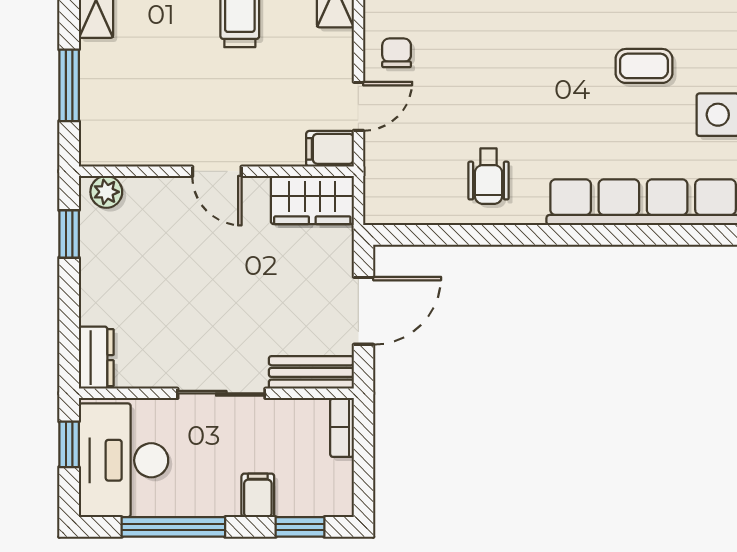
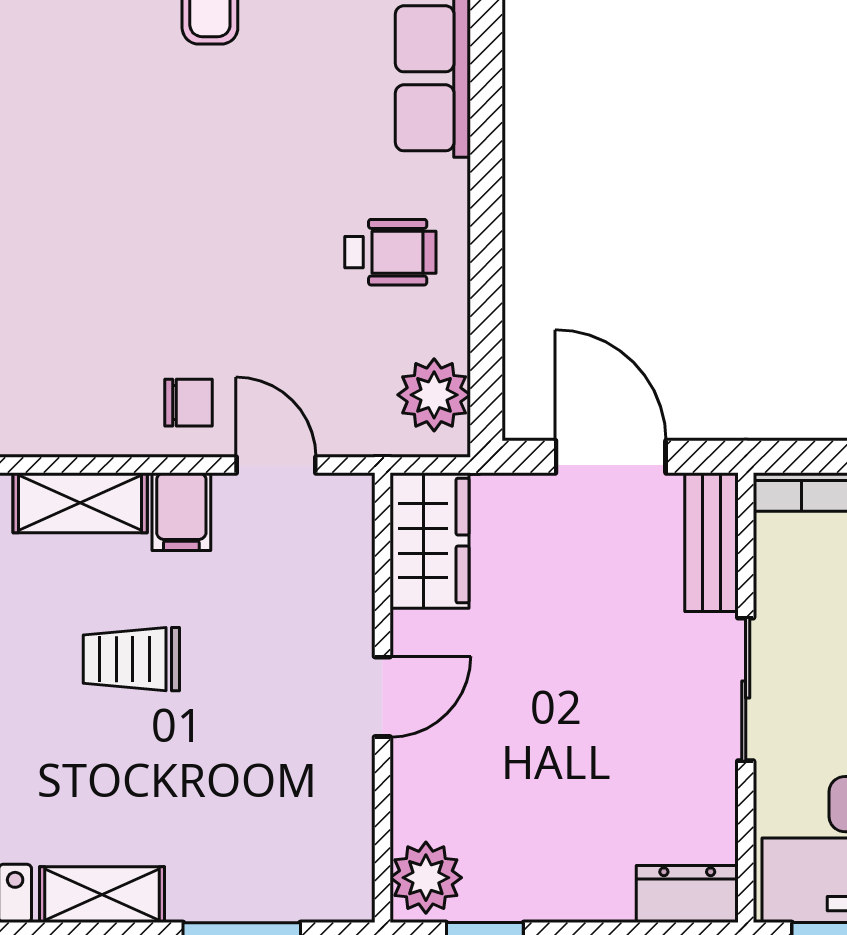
chair: (397, 53) -> (189, 403), turned 180
filing cabinet: (330, 149) -> (181, 512), moved
plant: (106, 192) -> (426, 878), width x1.38, depth x1.38
plant: (401, 203) -> (434, 395), added

